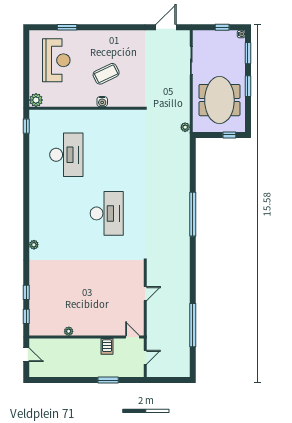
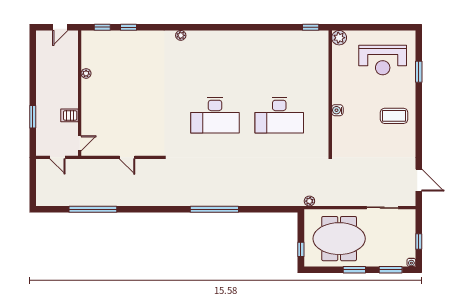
coffee table: (106, 74) -> (394, 116), moved, turned -64
desk: (66, 155) -> (279, 115), moved

